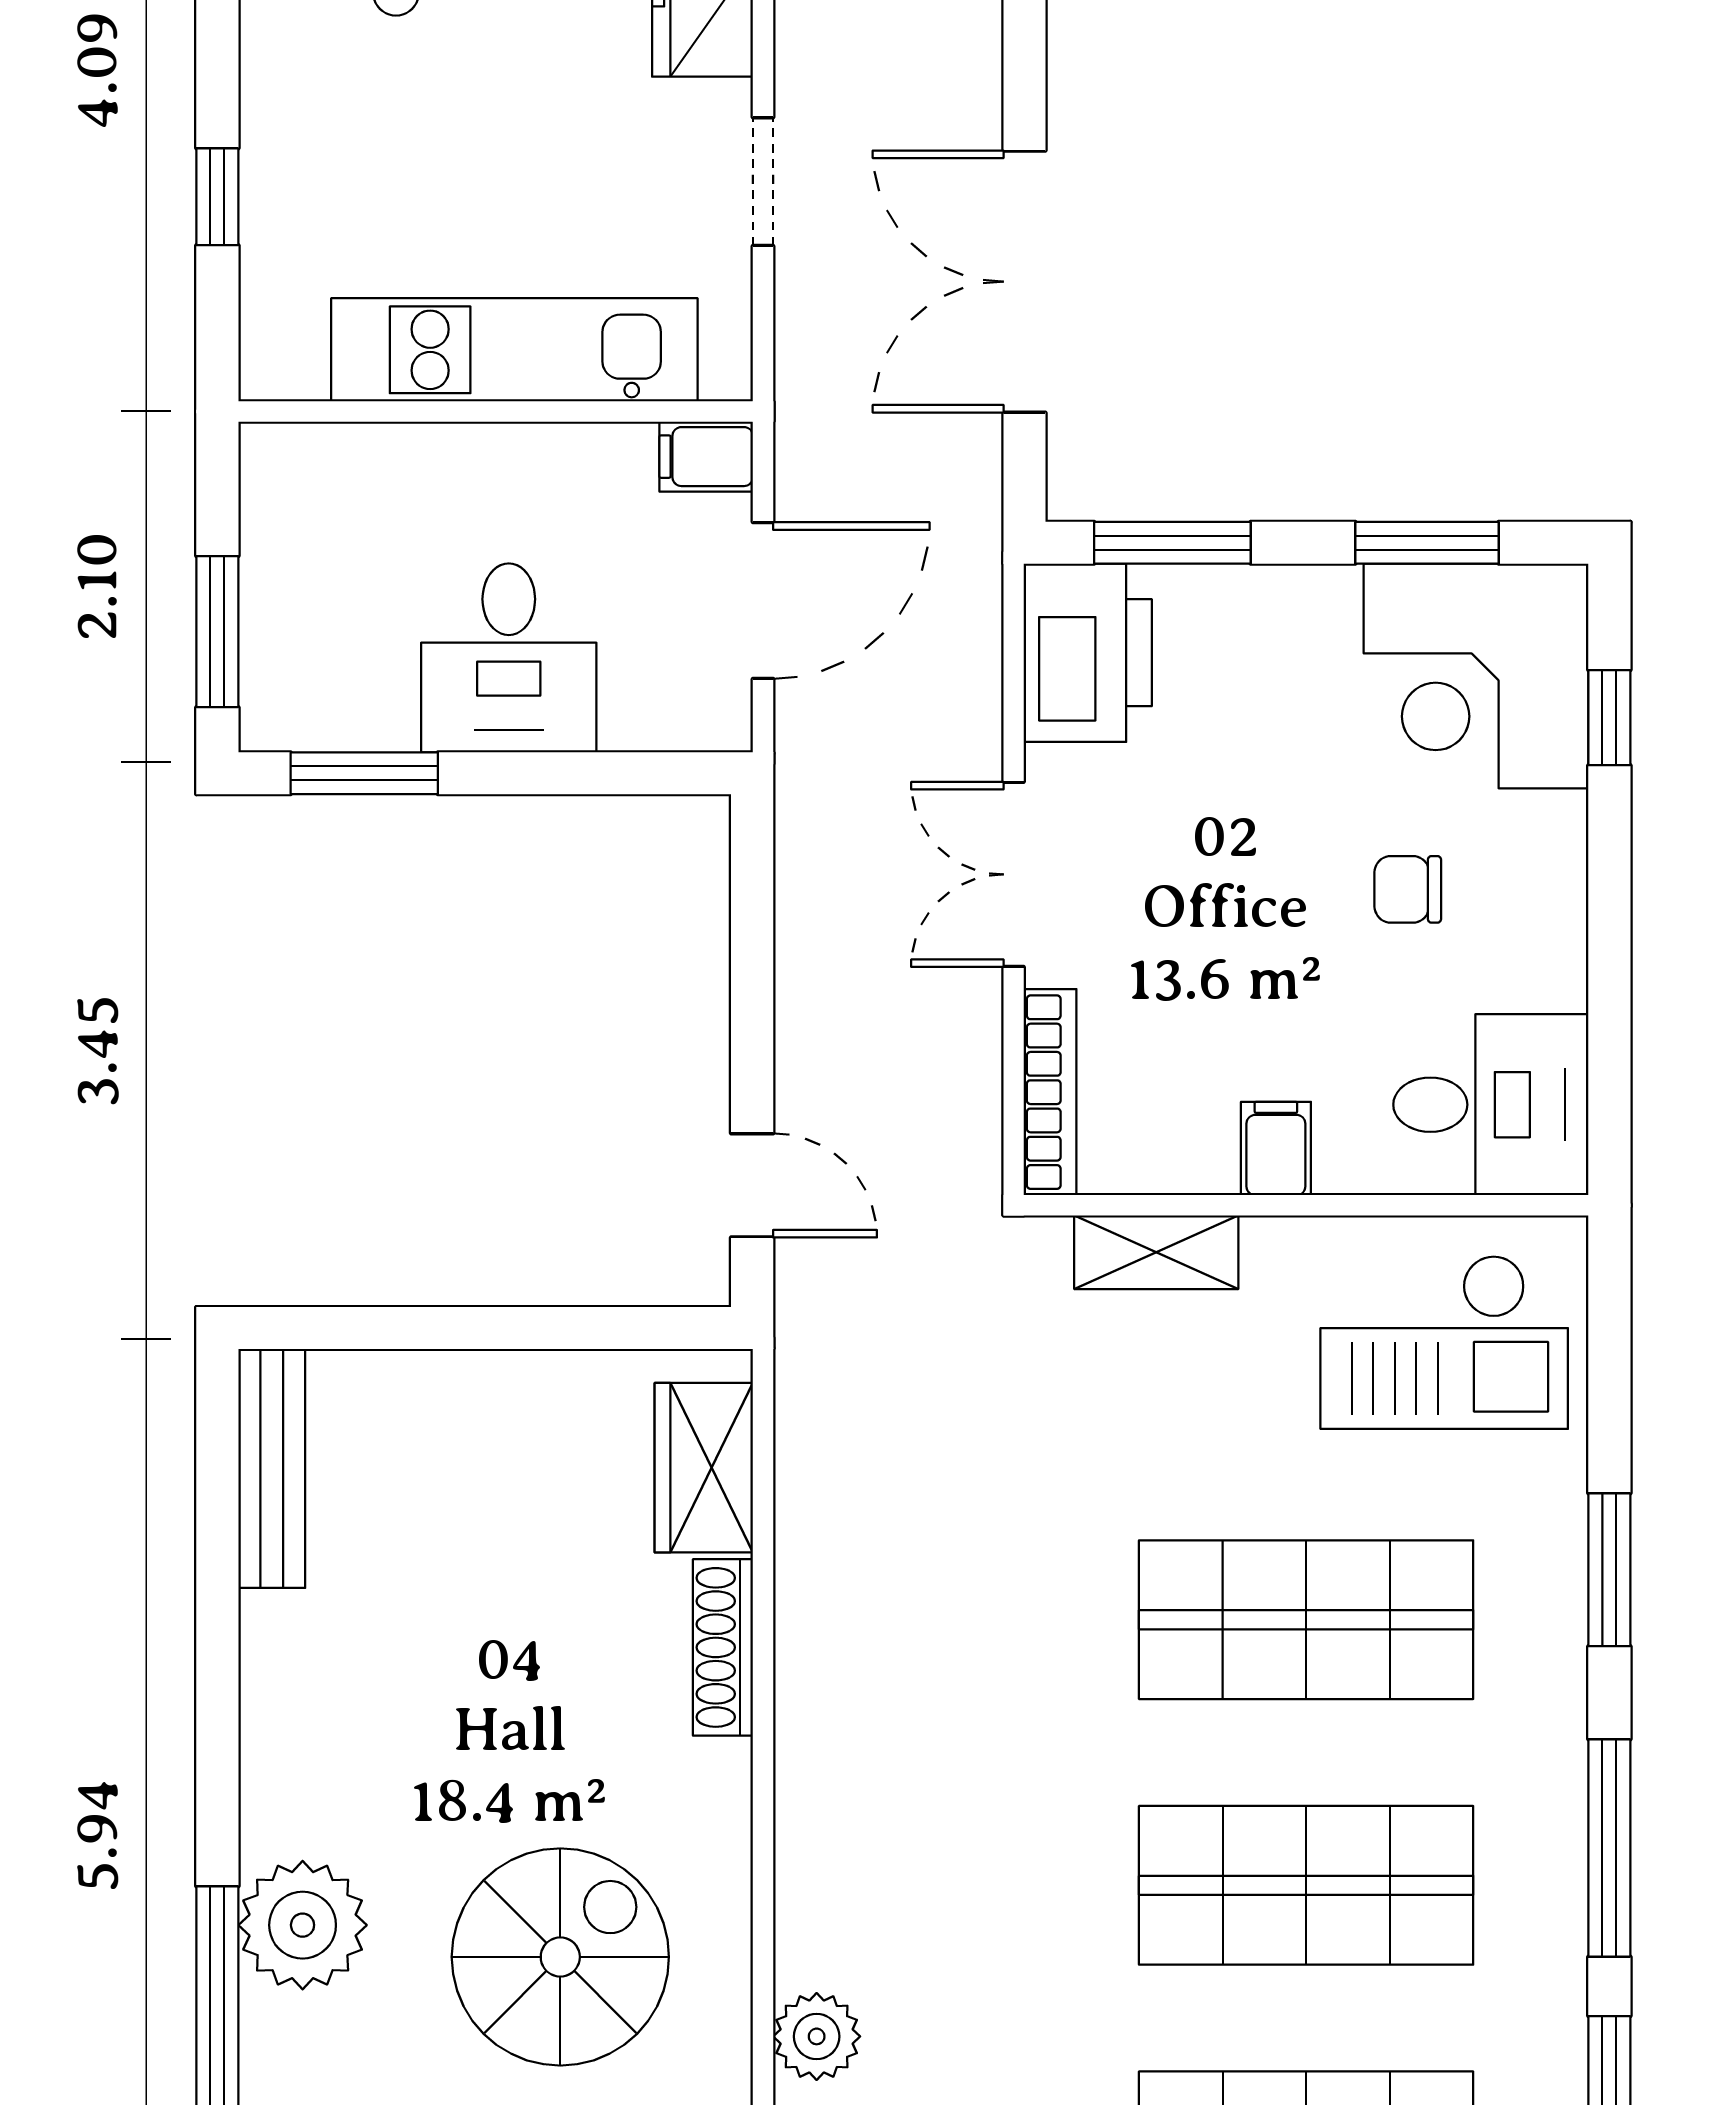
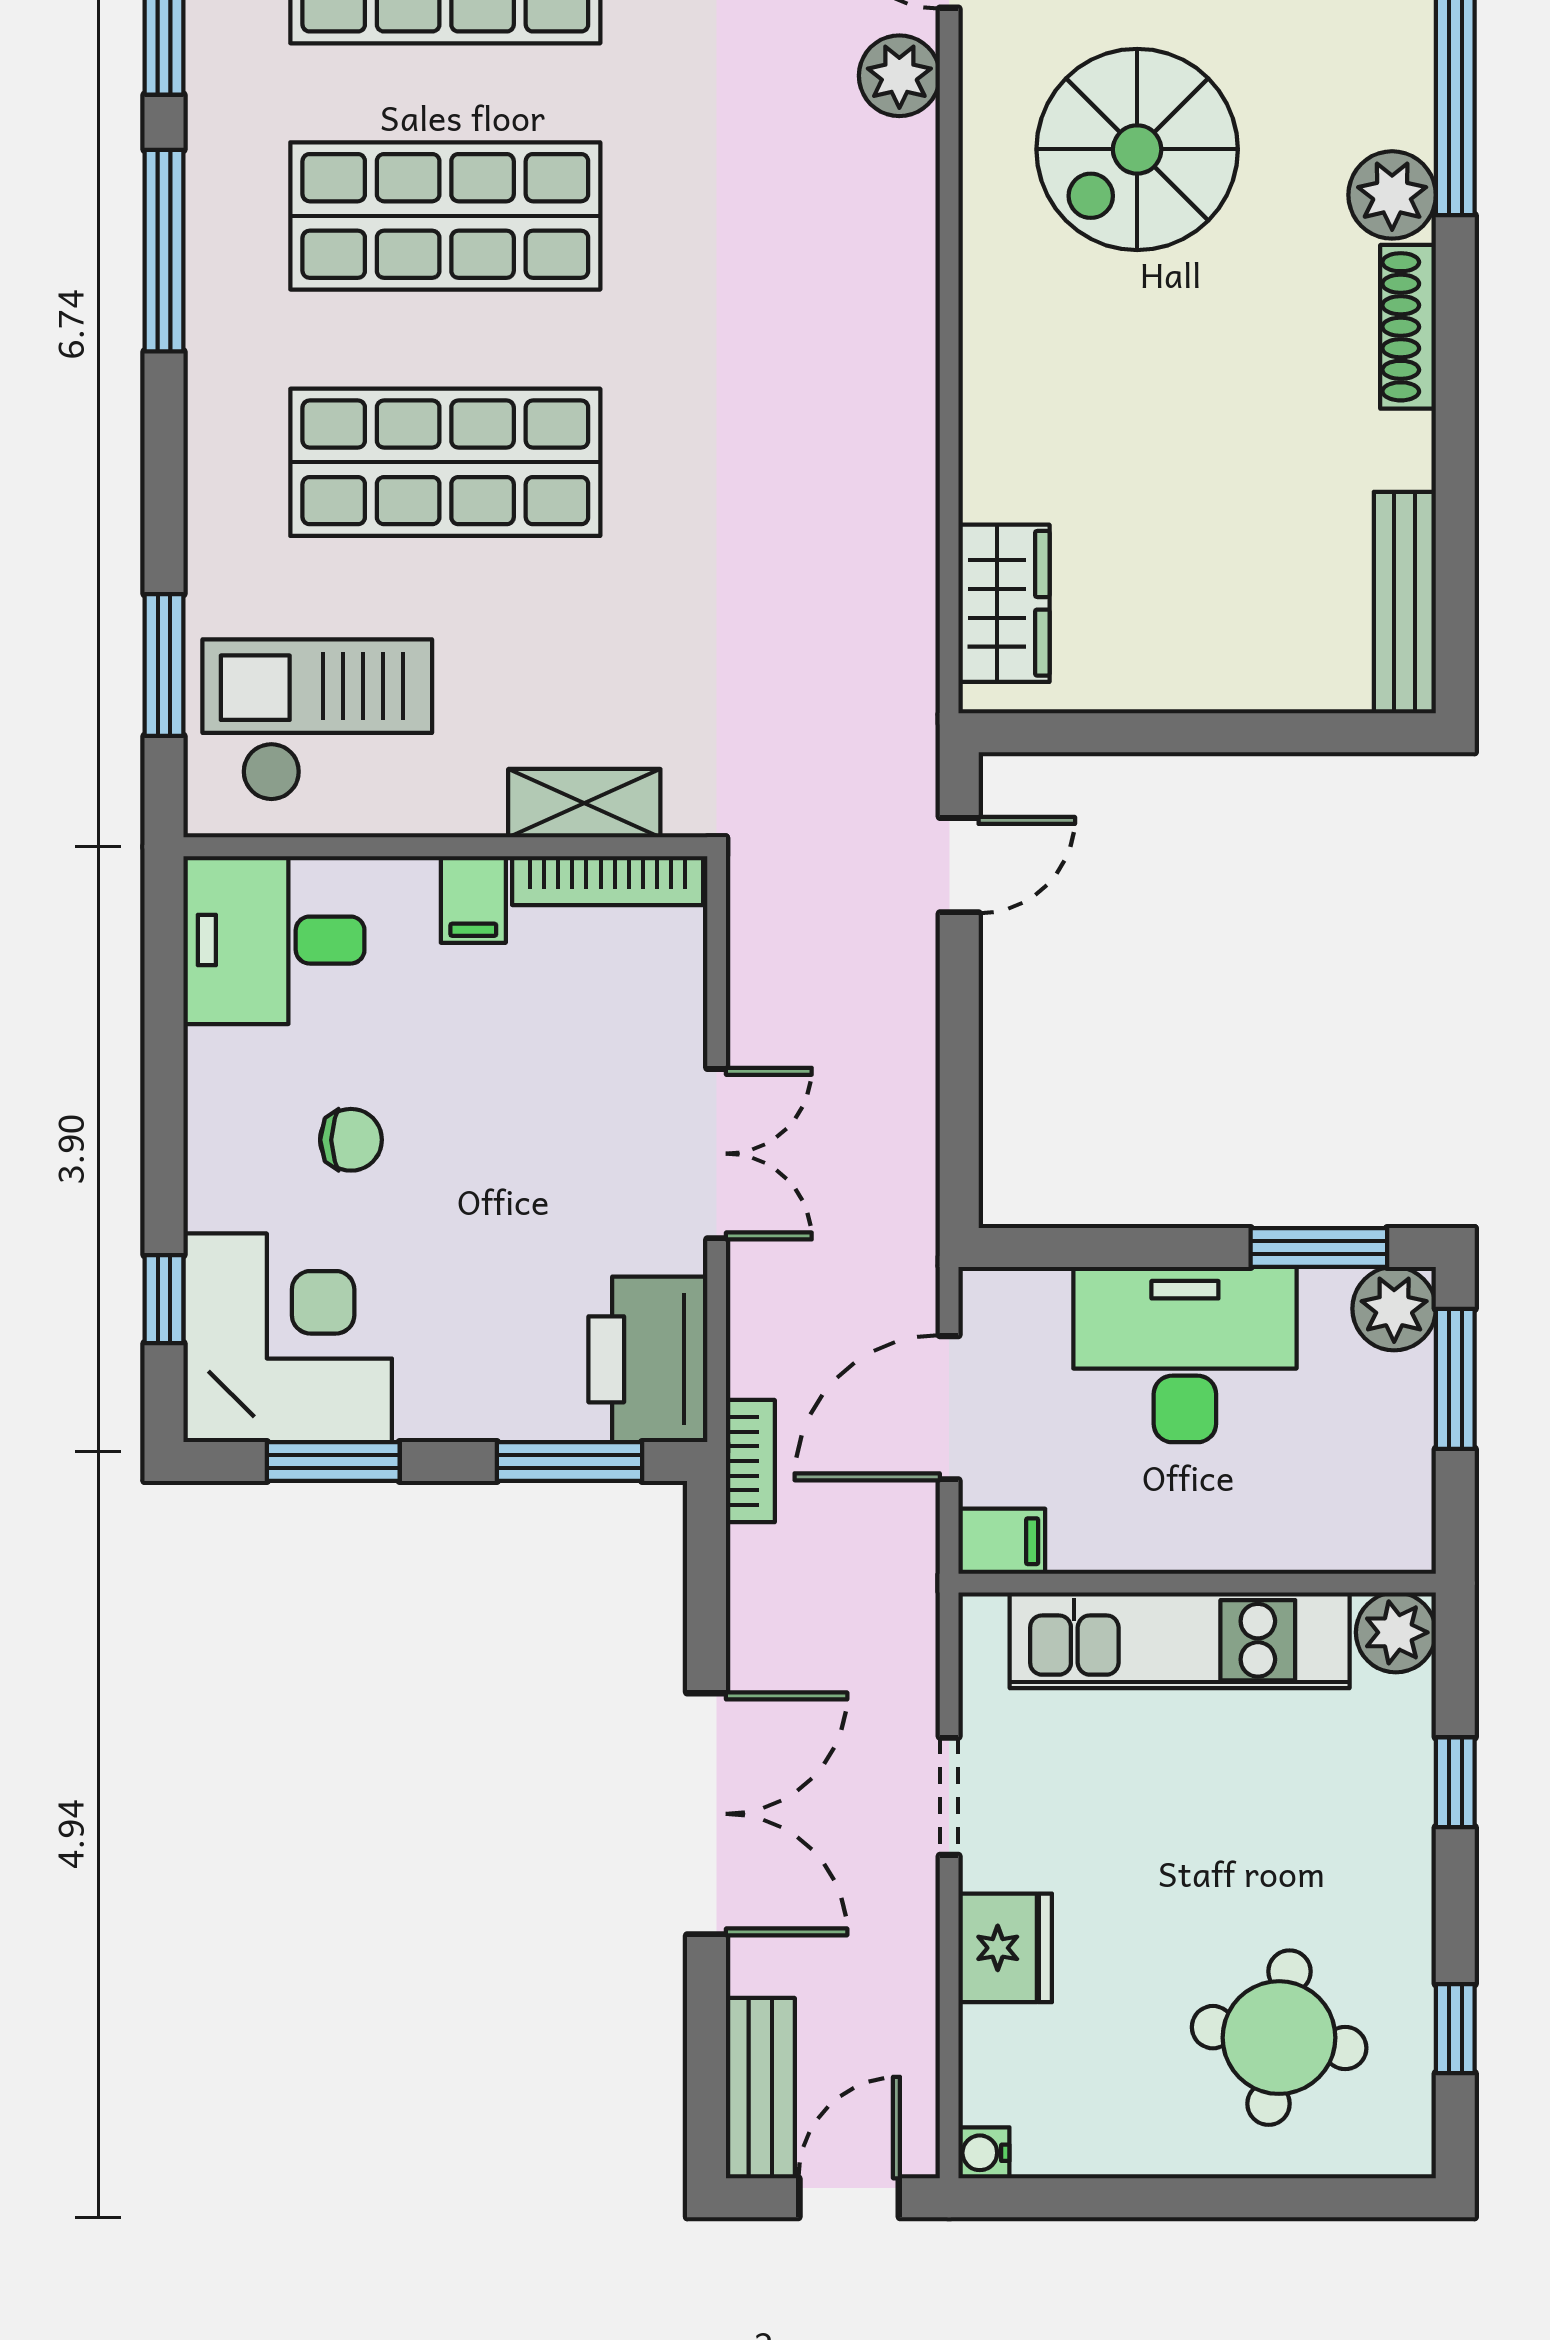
double door: (1024, 282) -> (707, 1814), moved
plant: (281, 358) -> (1396, 1632), added
bookcase: (977, 543) -> (750, 1461), added
desk: (509, 658) -> (1185, 1355), width x1.37
plant: (283, 707) -> (1394, 1309), added
bookcase: (1050, 1092) -> (608, 881), moved, turned -90
door: (752, 1185) -> (959, 865), swing flipped
window: (1609, 1570) -> (164, 665), moved
shoe rack: (723, 1647) -> (1408, 327), moved, turned 180
plant: (303, 1925) -> (1392, 195), width x0.73, depth x0.73

